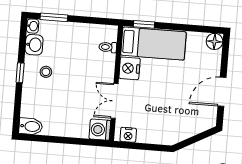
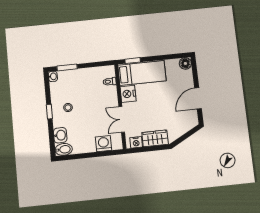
washbasin: (34, 45) -> (60, 135), moved
washing machine: (100, 130) -> (104, 144), moved, turned 90
wardrobe: (154, 134) -> (155, 138), added

